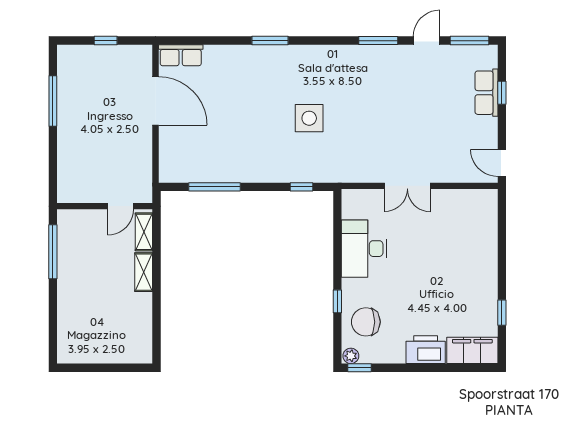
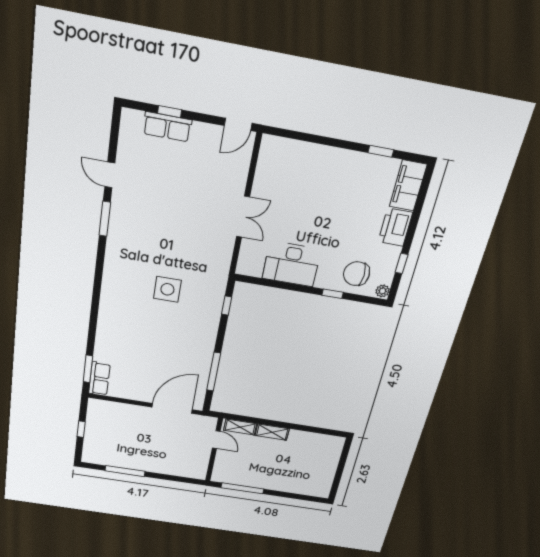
window: (270, 41) -> (88, 369), moved
window: (470, 41) -> (114, 134), removed
door: (155, 101) -> (172, 408), moved
chair: (366, 322) -> (357, 274), turned 90
window: (360, 368) -> (402, 263), moved

